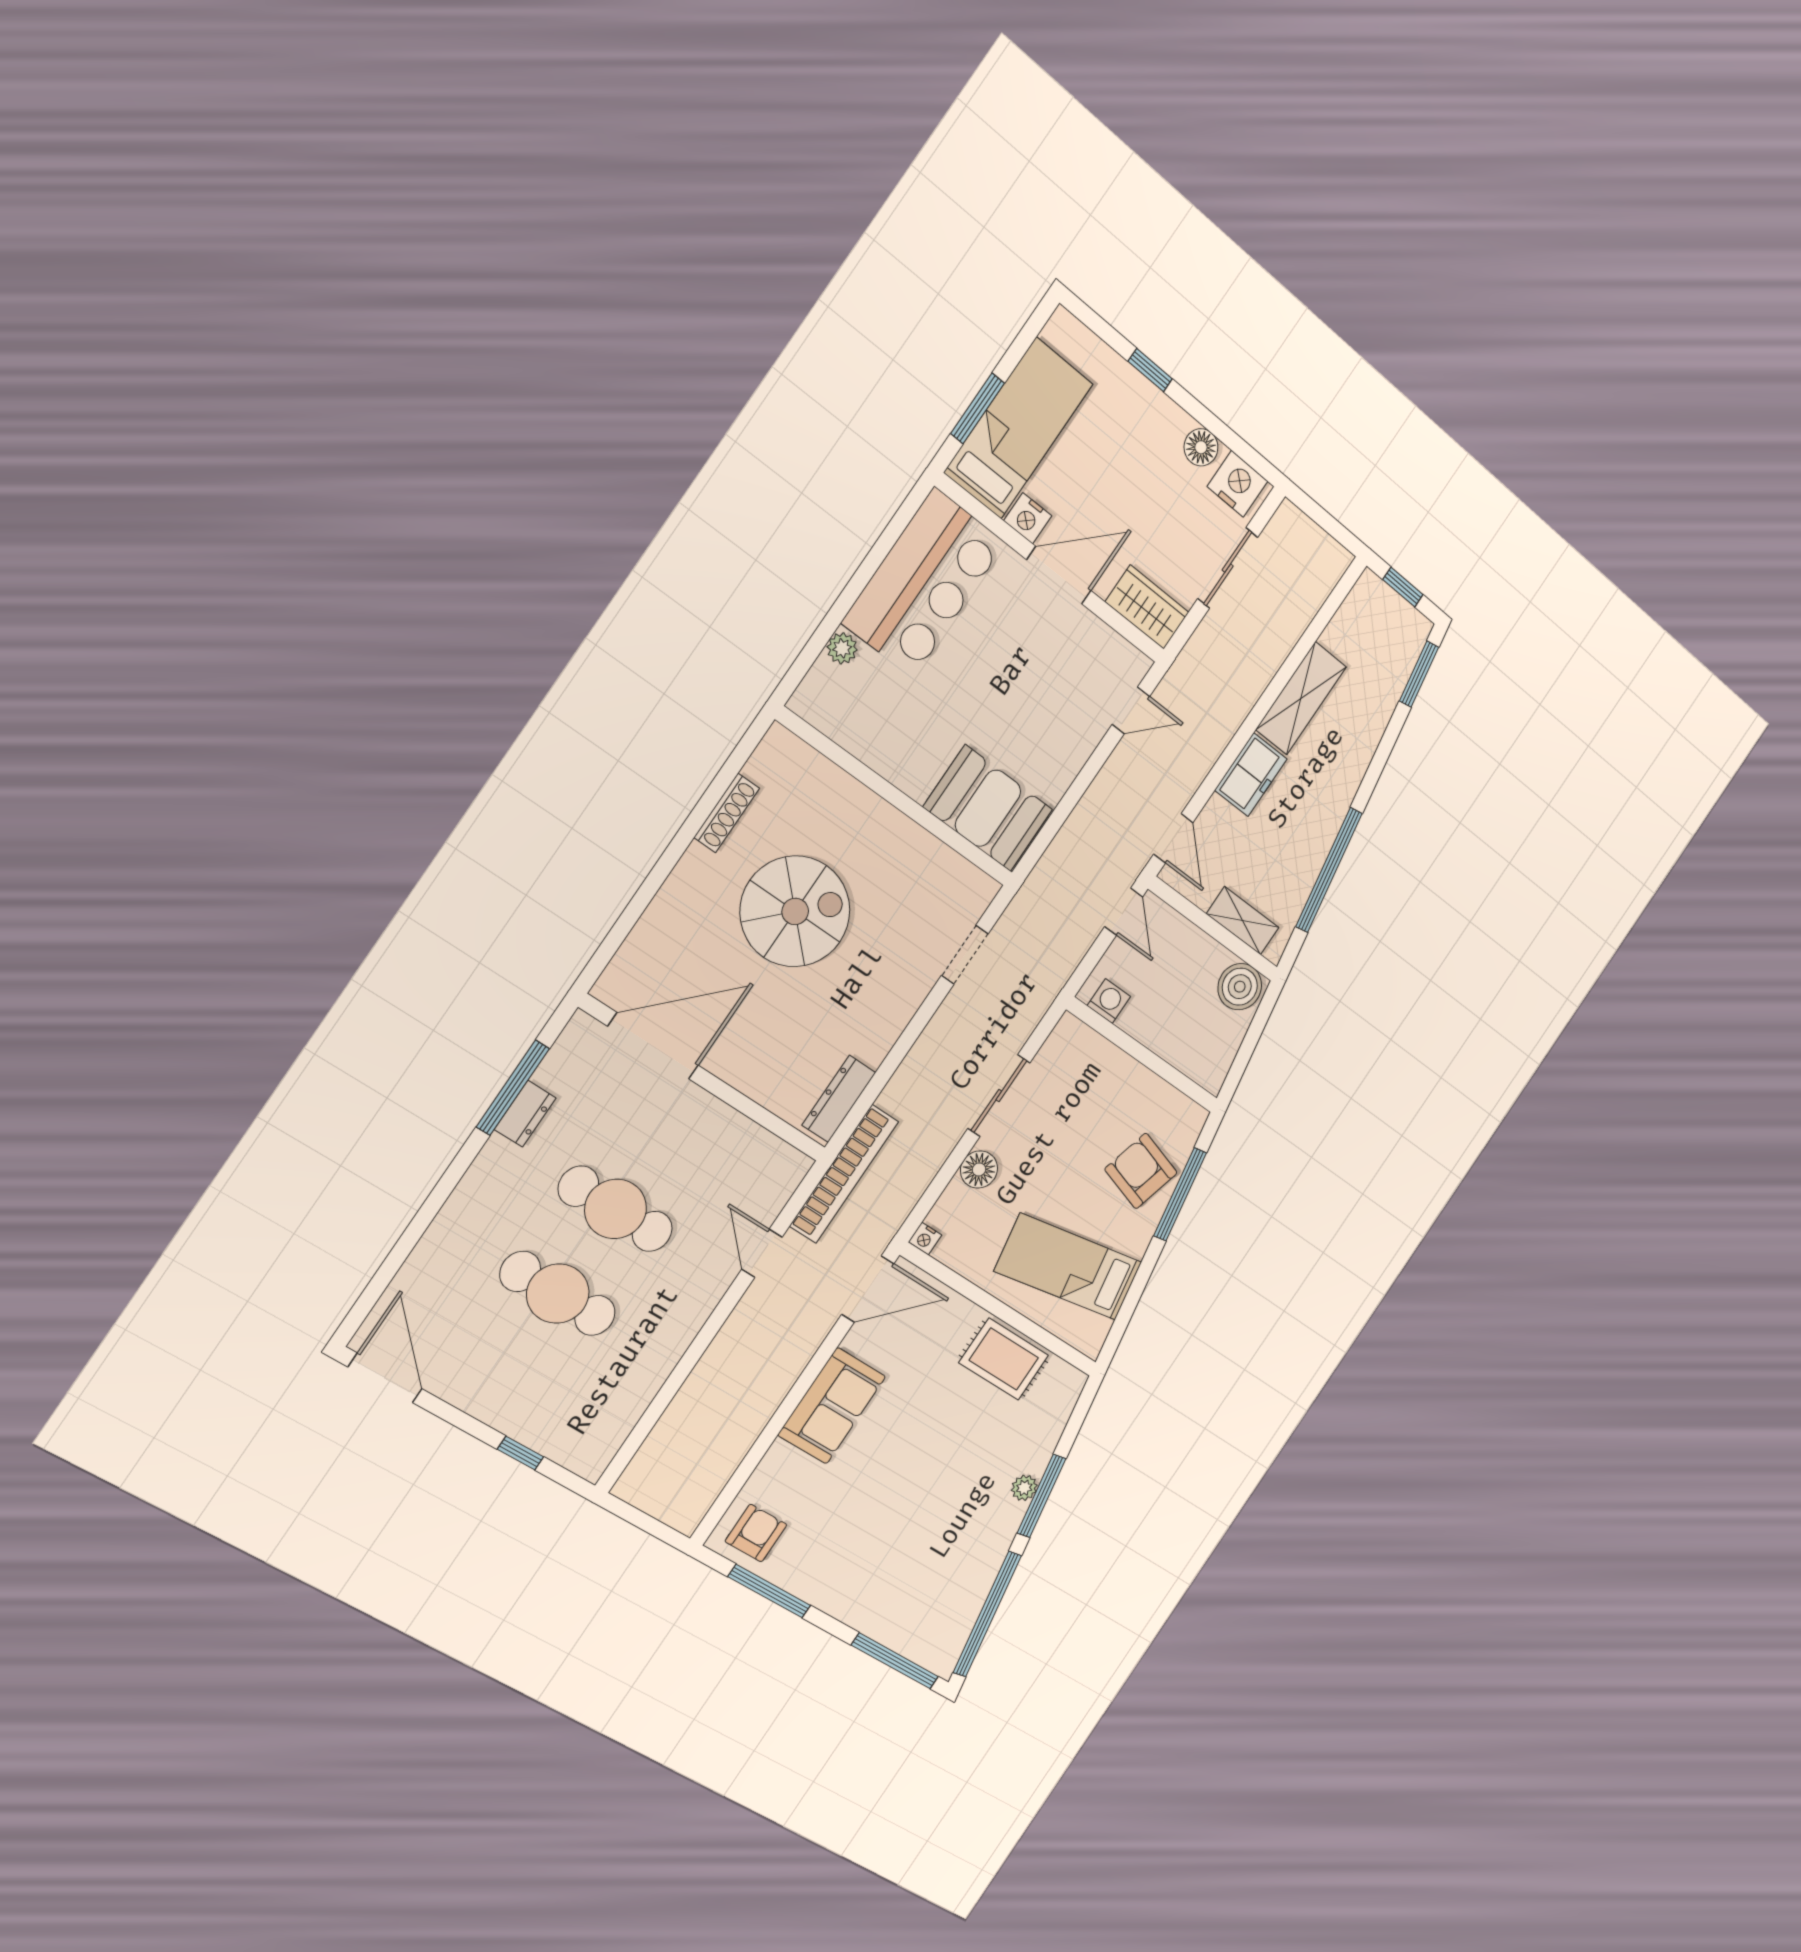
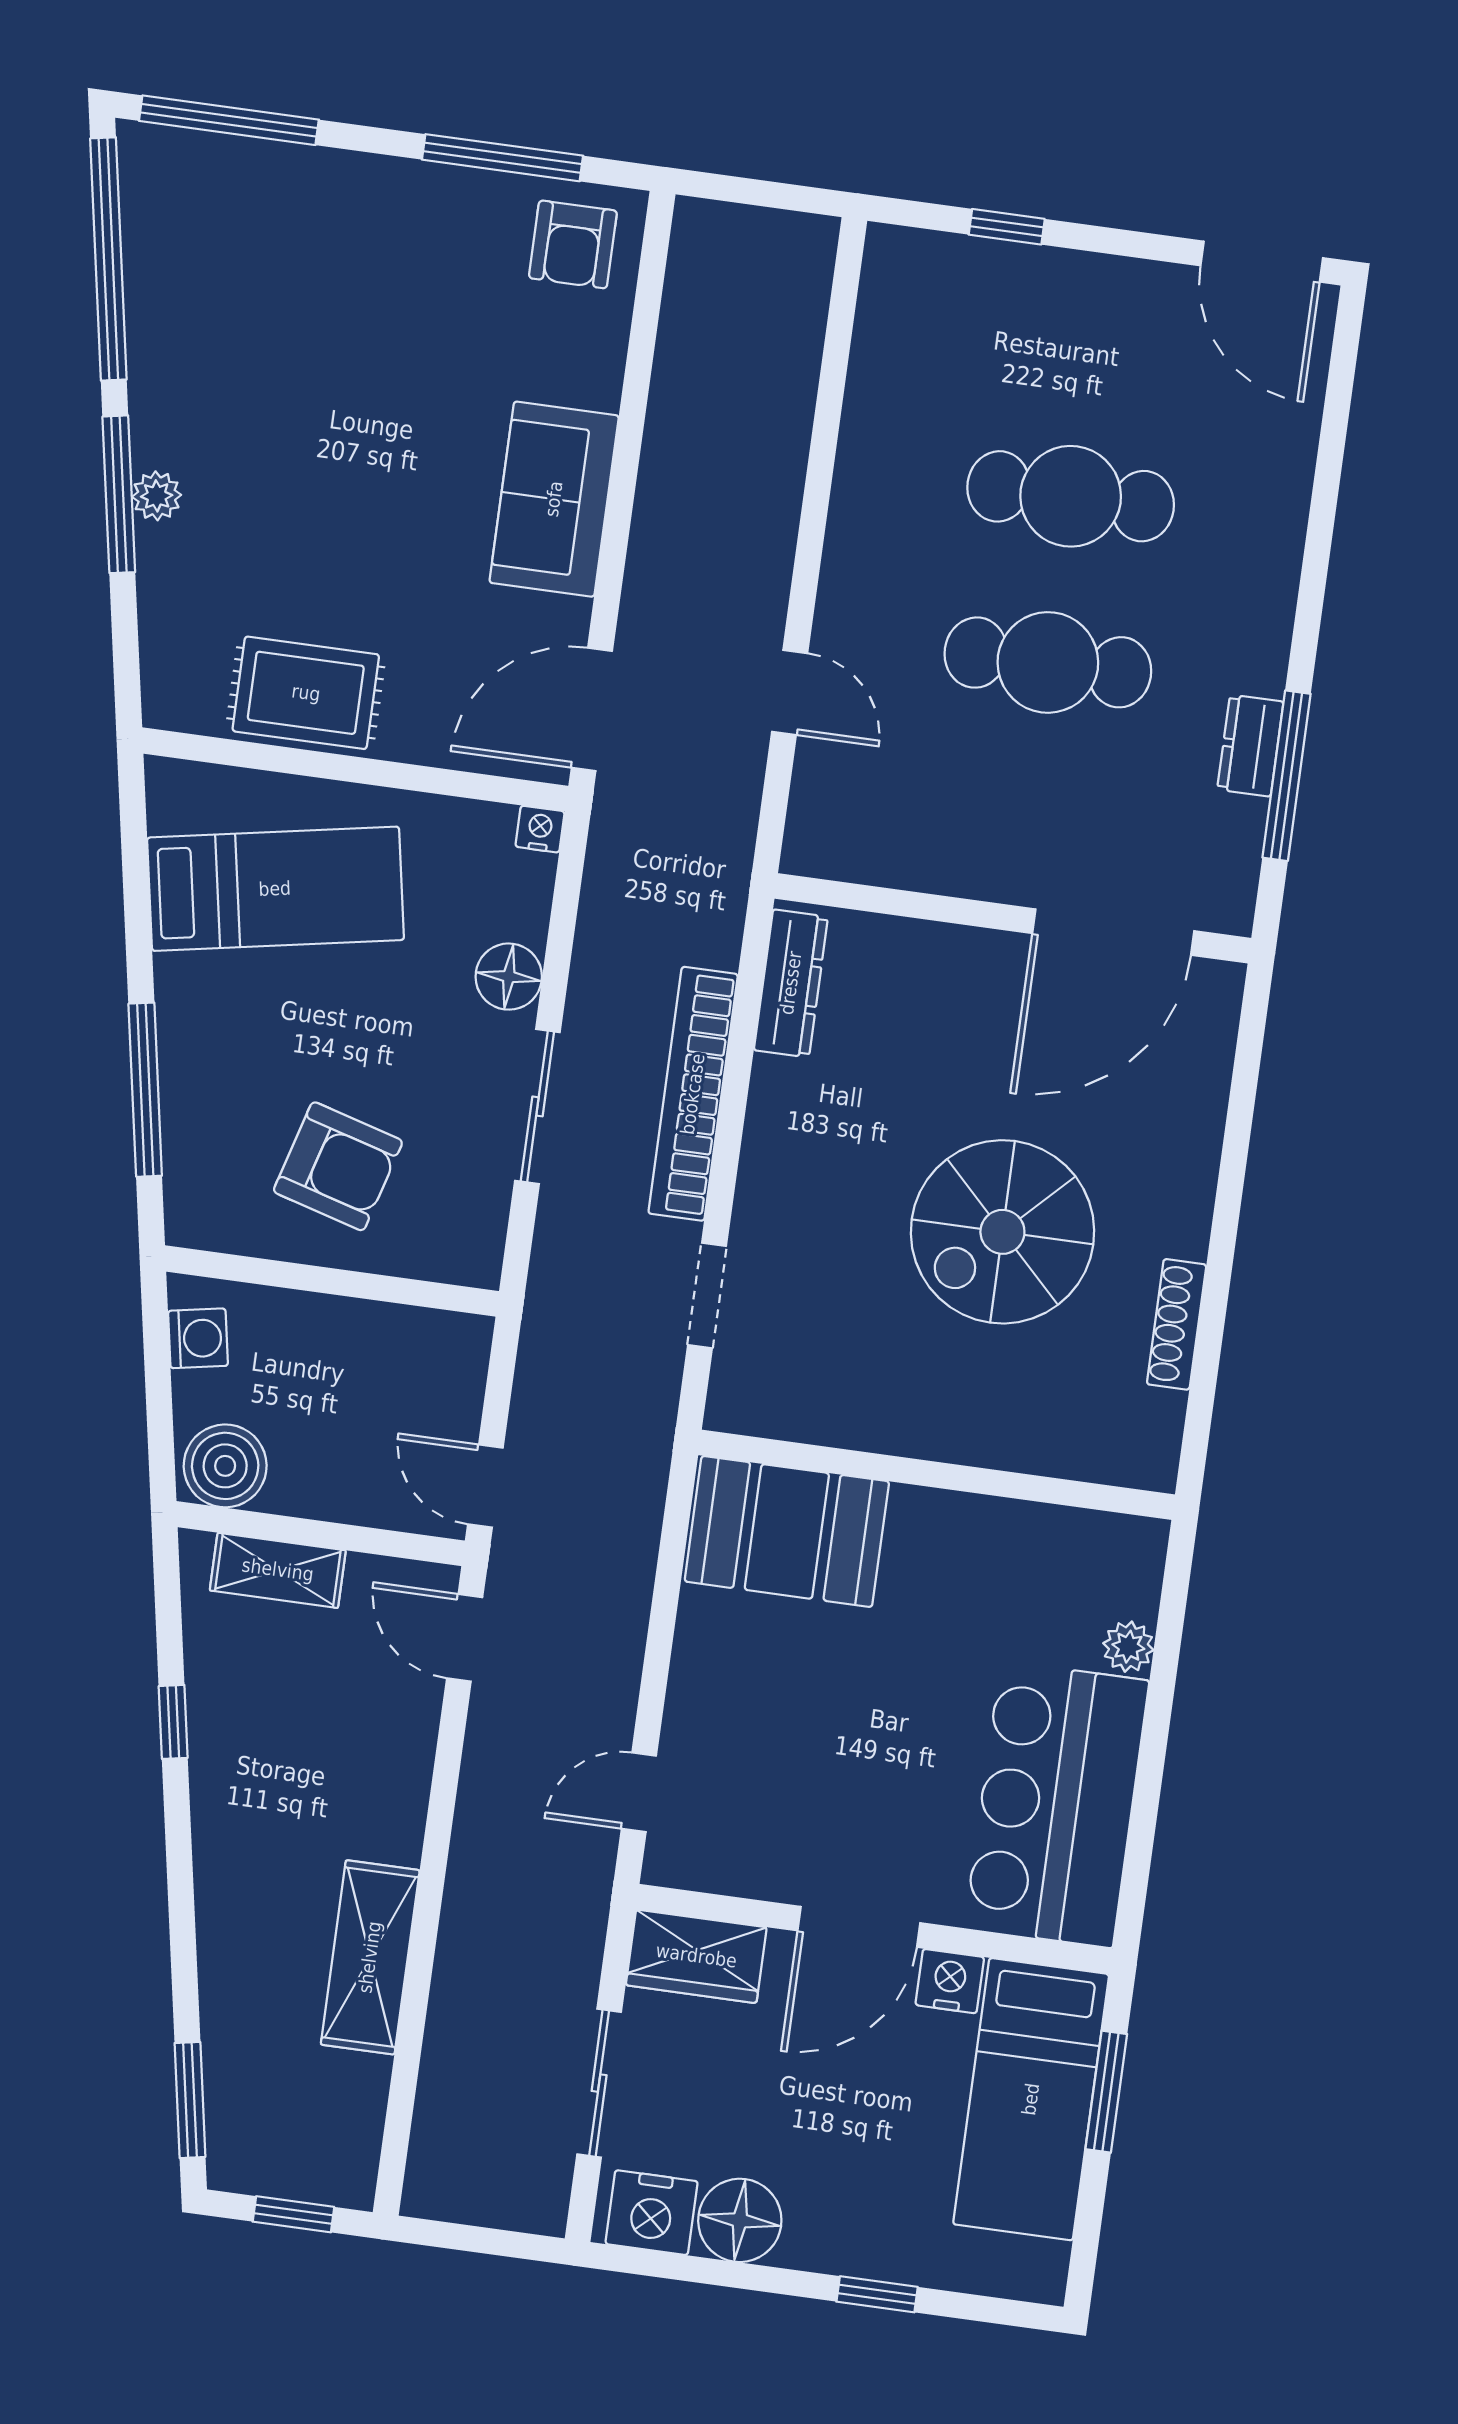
floor lamp: (1201, 447) -> (740, 2220), width x1.38, depth x1.38
freezer: (1251, 775) -> (390, 1799), removed
window: (1329, 870) -> (173, 1722), width x0.32
washing machine: (1109, 1001) -> (198, 1338), moved, turned -100
armchair: (1141, 1171) -> (338, 1166), moved
bookcase: (844, 1174) -> (693, 1094), moved

